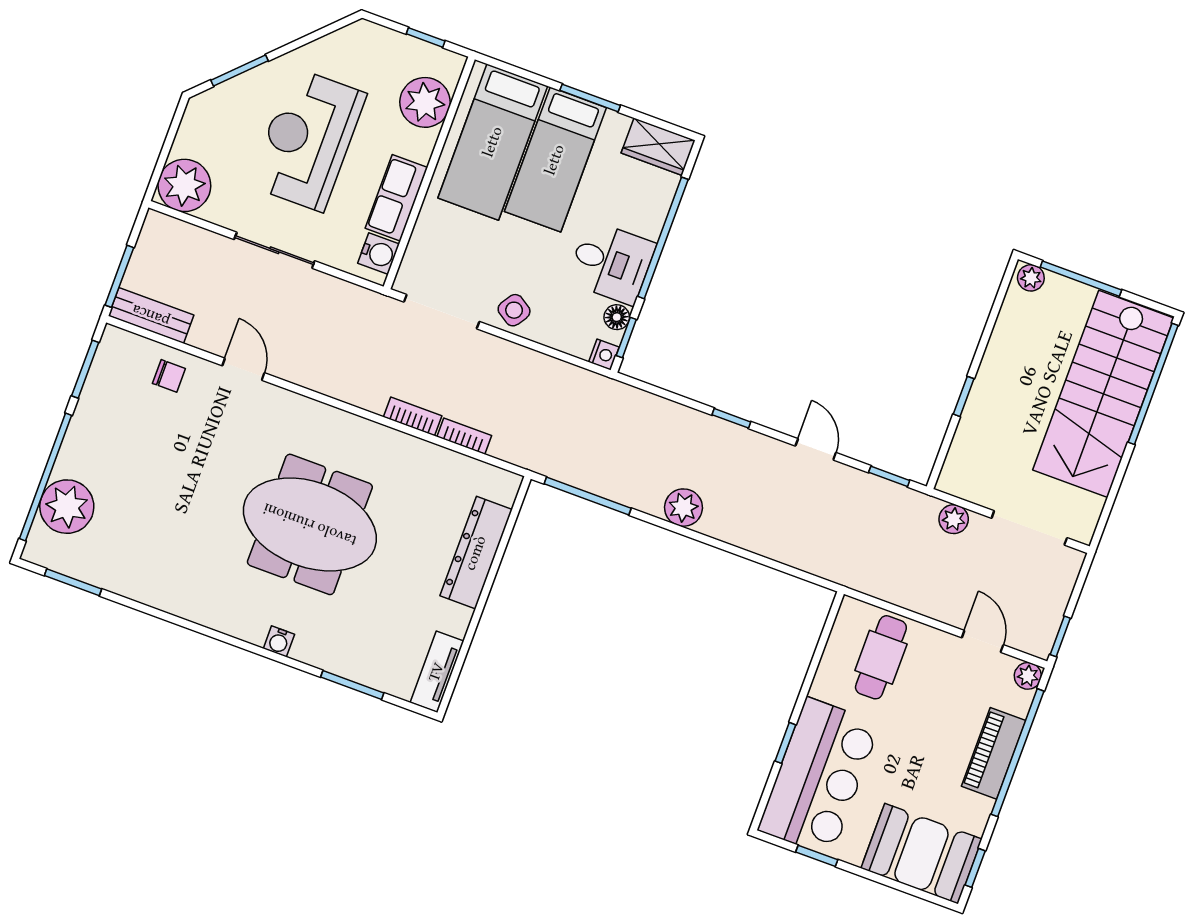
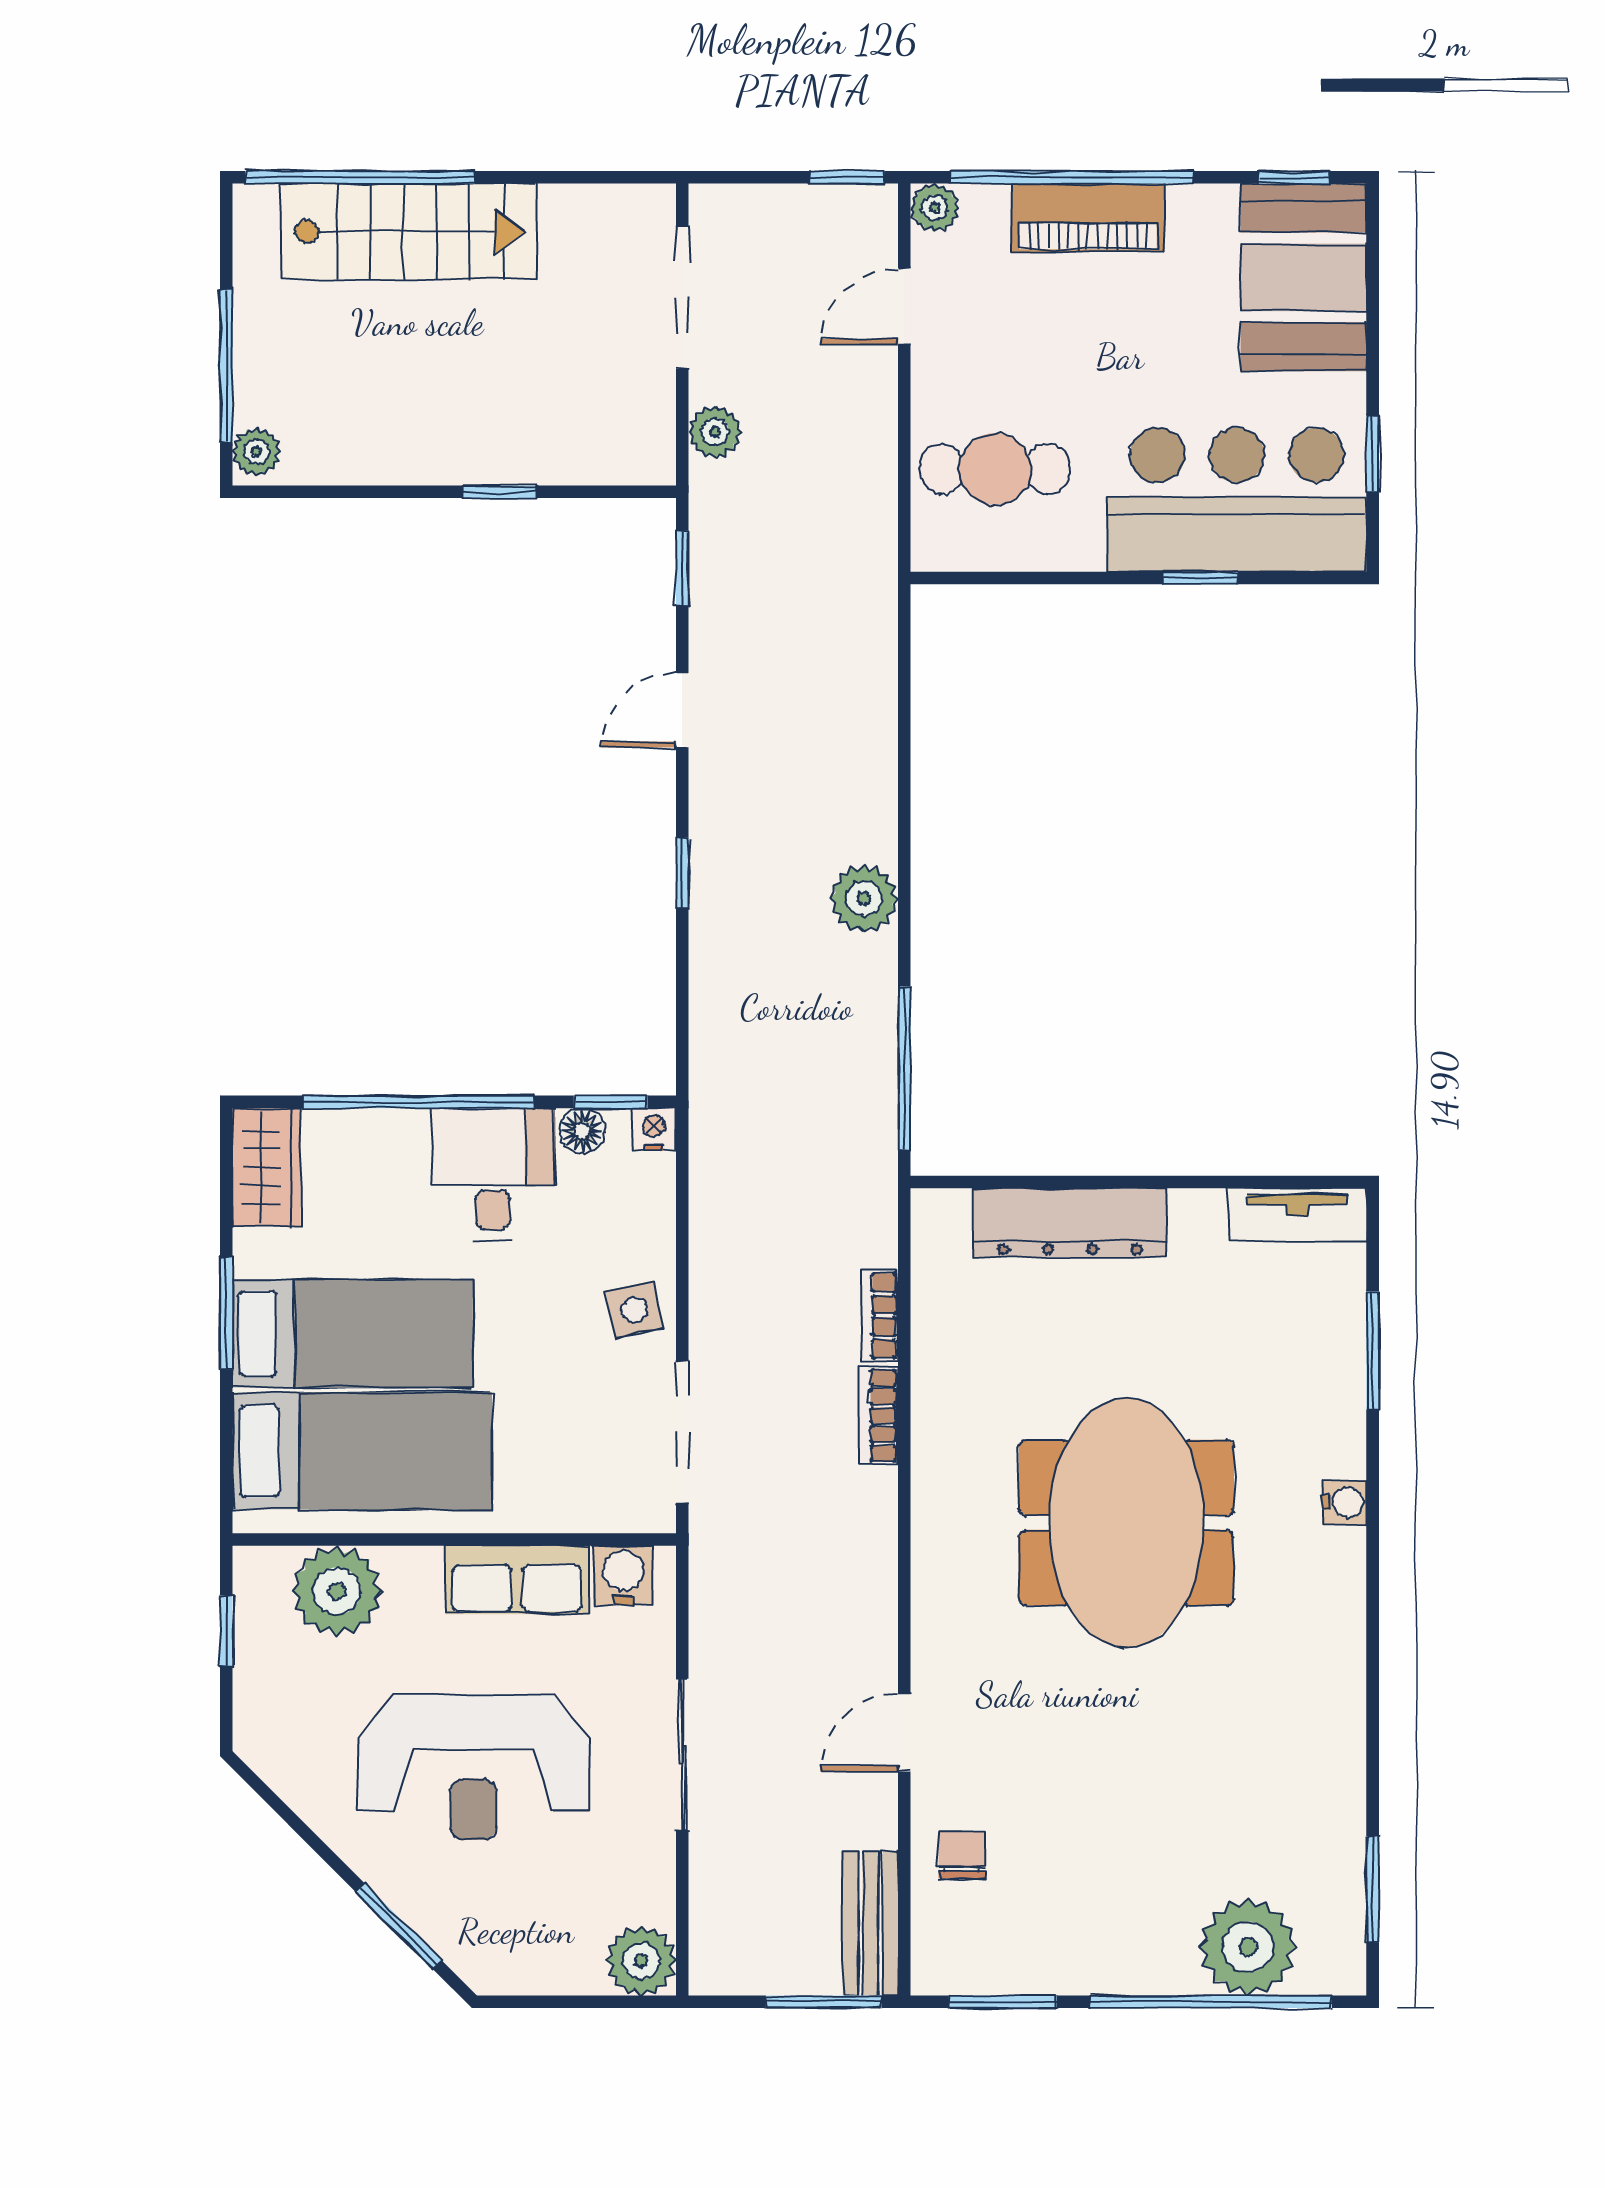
plant: (184, 185) -> (641, 1961), width x0.73, depth x0.73
side table: (514, 310) -> (634, 1310), turned 45
stairs: (1103, 394) -> (408, 232), width x0.73, depth x0.66

